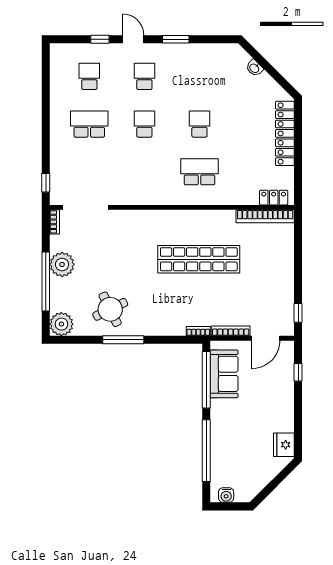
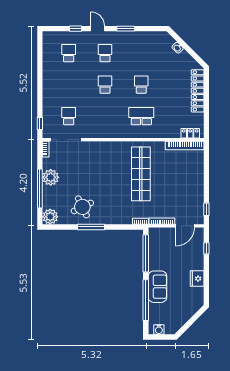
school desk: (89, 124) -> (69, 116), moved, width x0.54
shop shelf: (199, 259) -> (141, 174), turned 90
sofa: (224, 374) -> (157, 287), moved
fridge: (284, 445) -> (197, 279), moved

